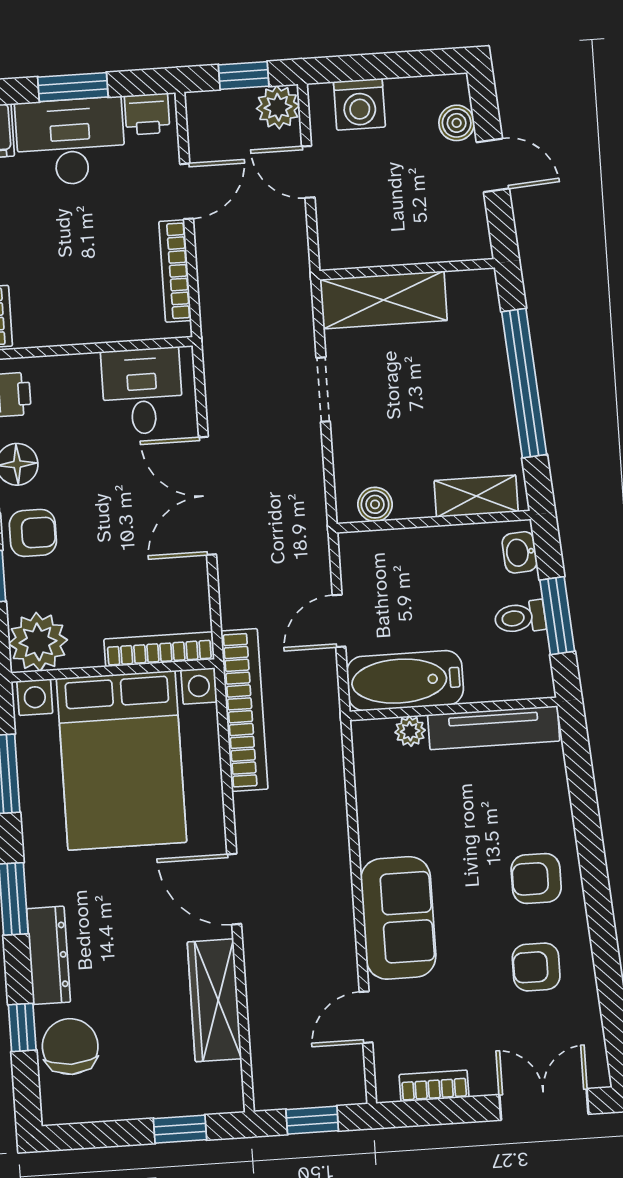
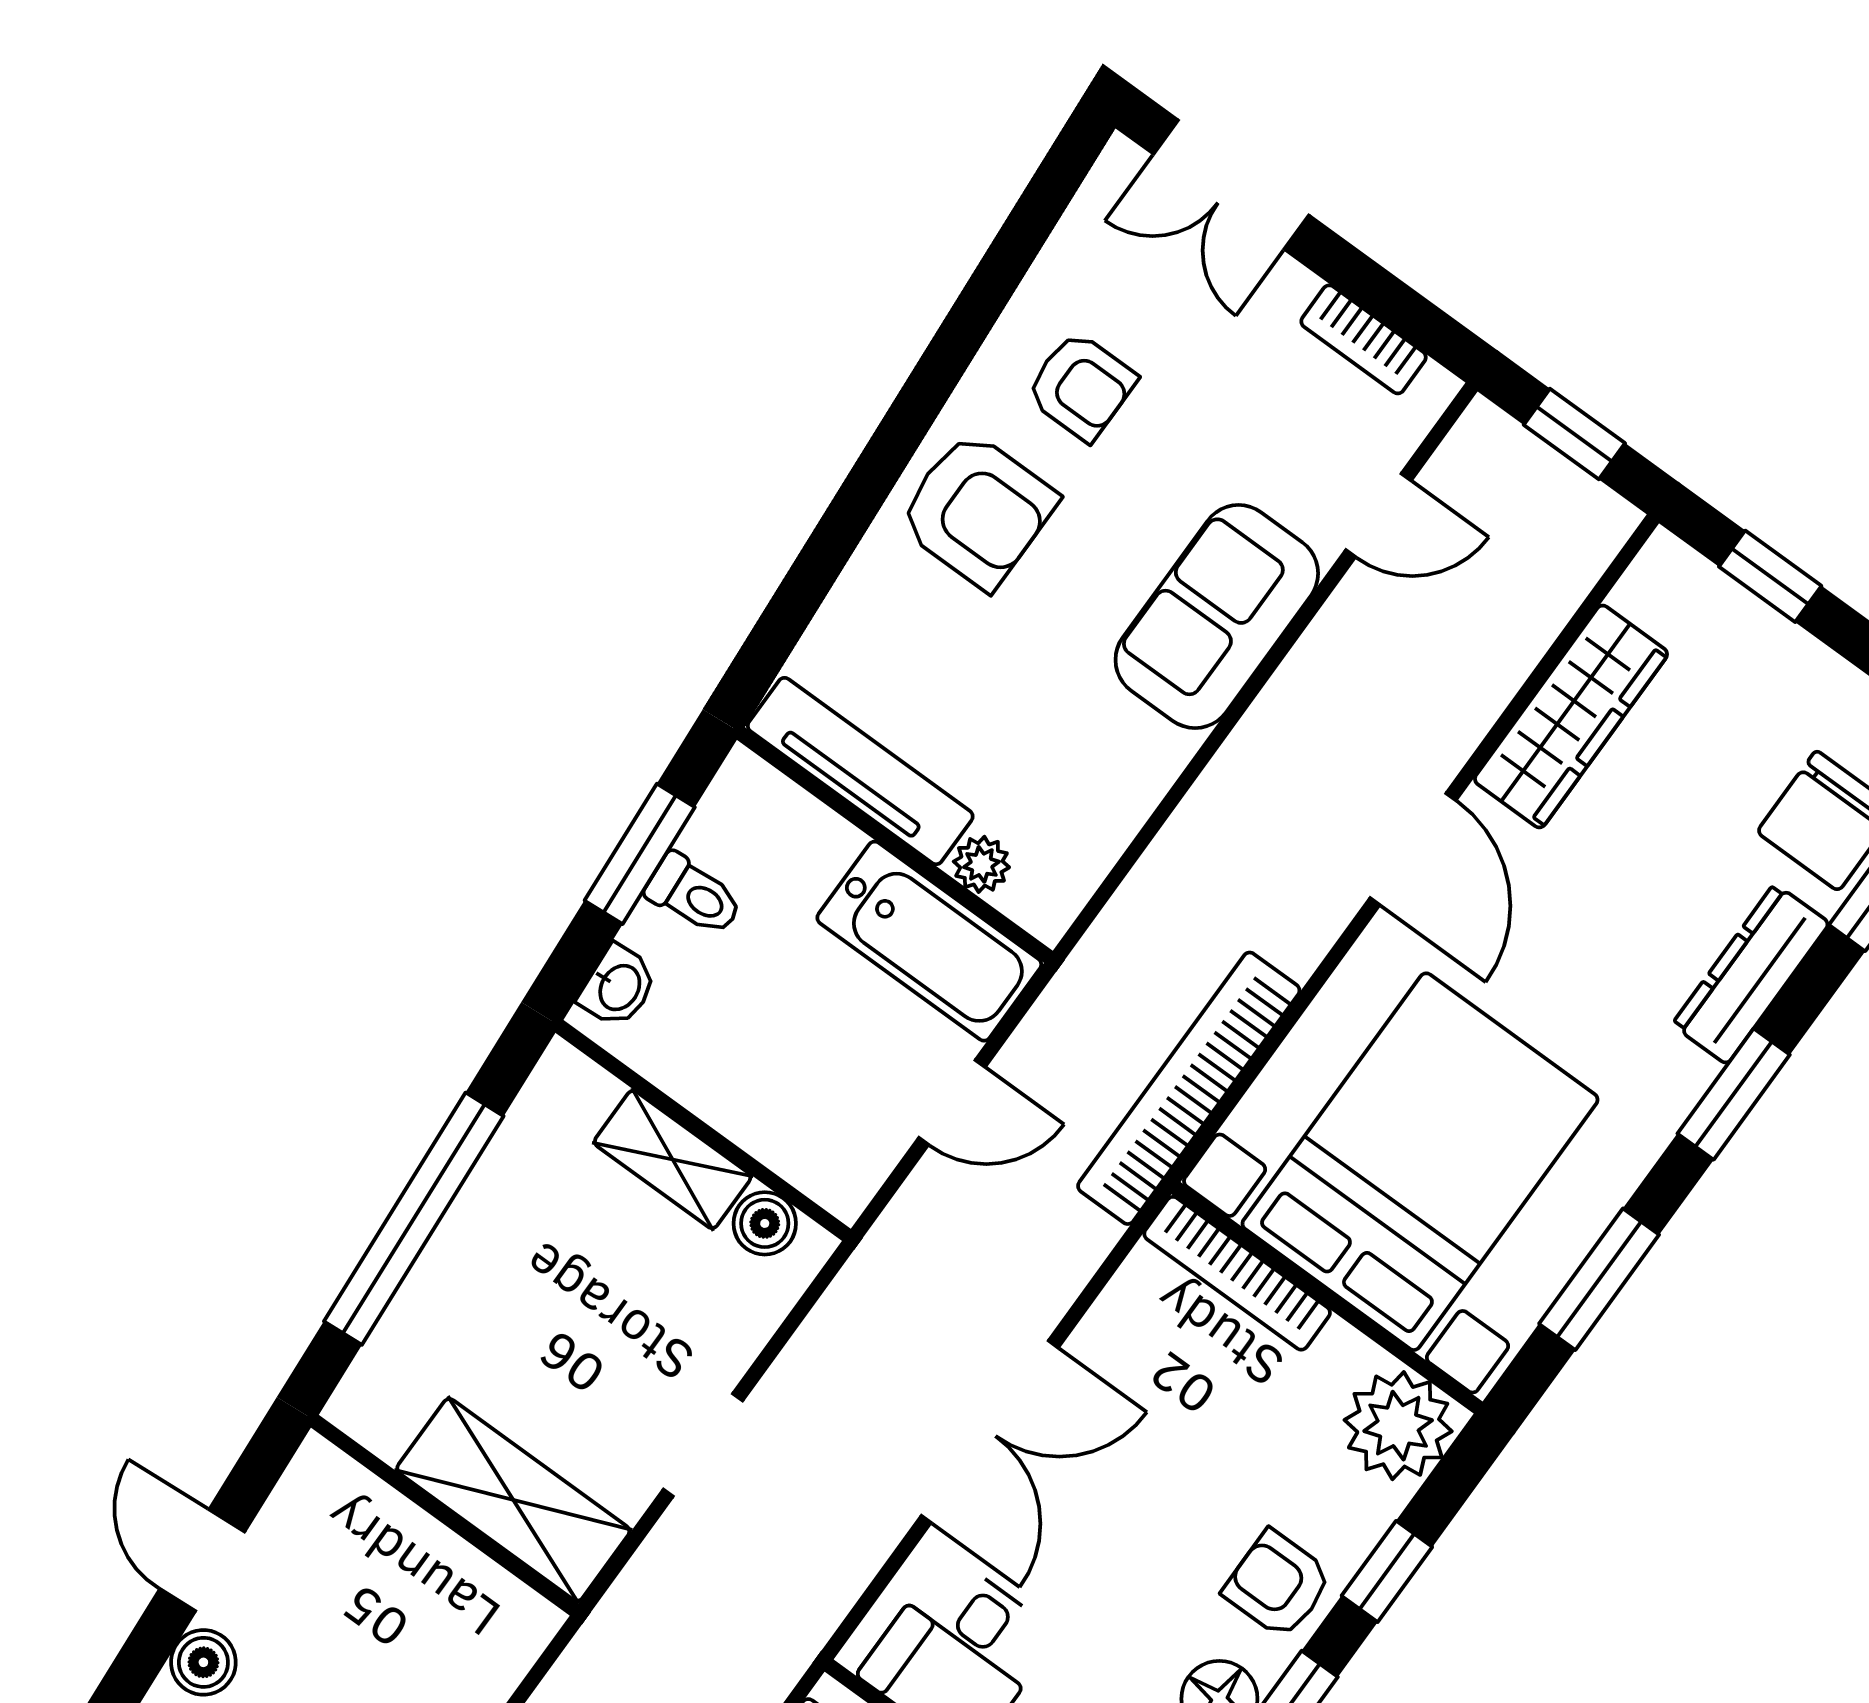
shelving: (476, 496) -> (673, 1160), moved
armchair: (536, 878) -> (977, 510), width x1.38, depth x1.38

